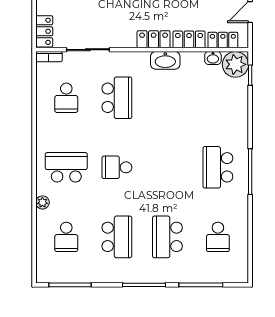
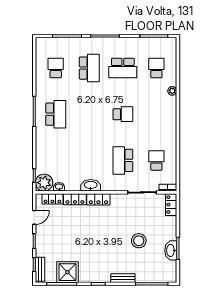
school desk: (66, 167) -> (156, 114), removed
school desk: (117, 237) -> (123, 68), turned -90

